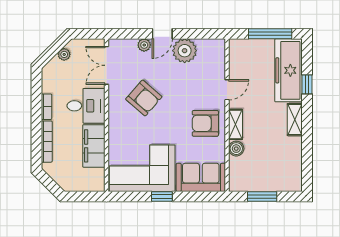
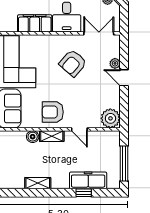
plant: (185, 51) -> (110, 118), moved
freezer: (288, 70) -> (88, 180), width x0.73, depth x0.79
shelving: (295, 120) -> (38, 183), moved
armchair: (205, 123) -> (53, 112), turned -90

